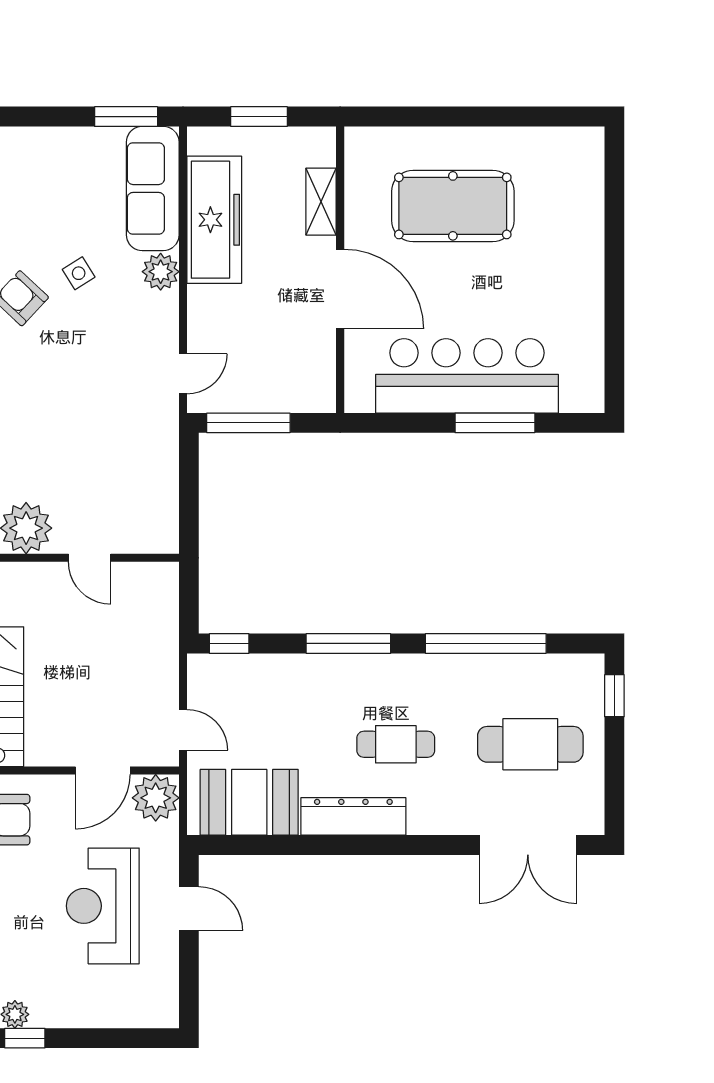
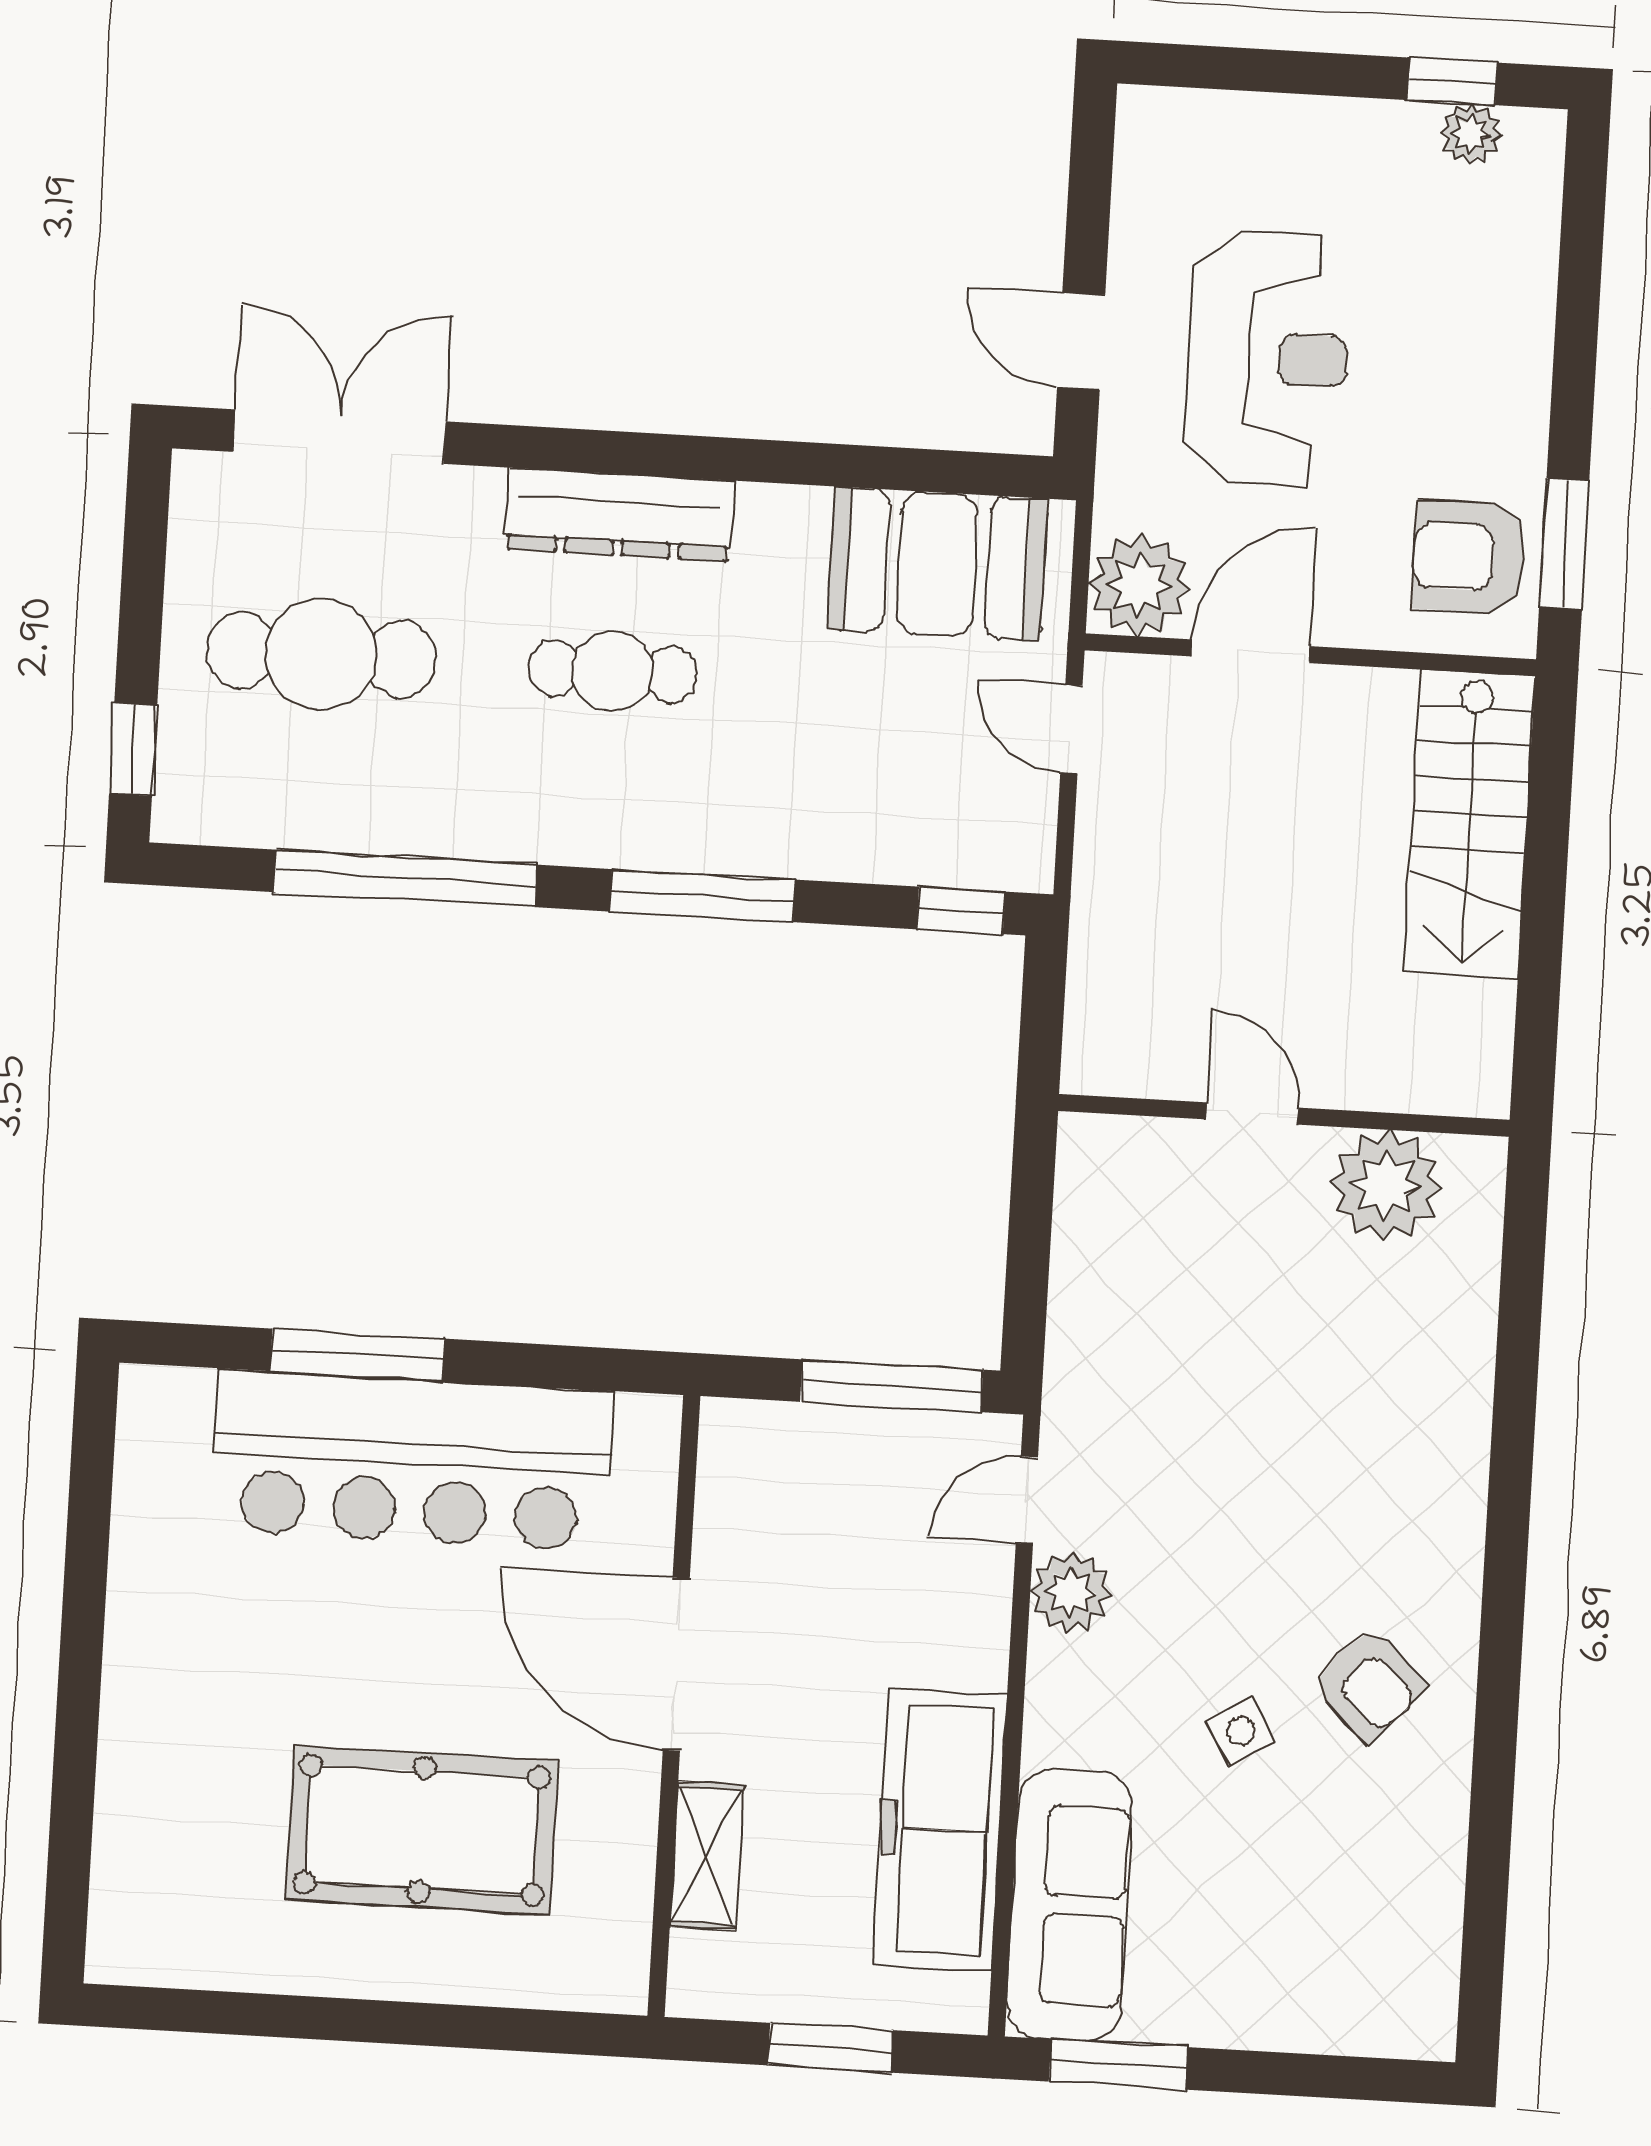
plant: (161, 272) -> (1070, 1592), moved
dresser: (353, 816) -> (619, 515), moved

